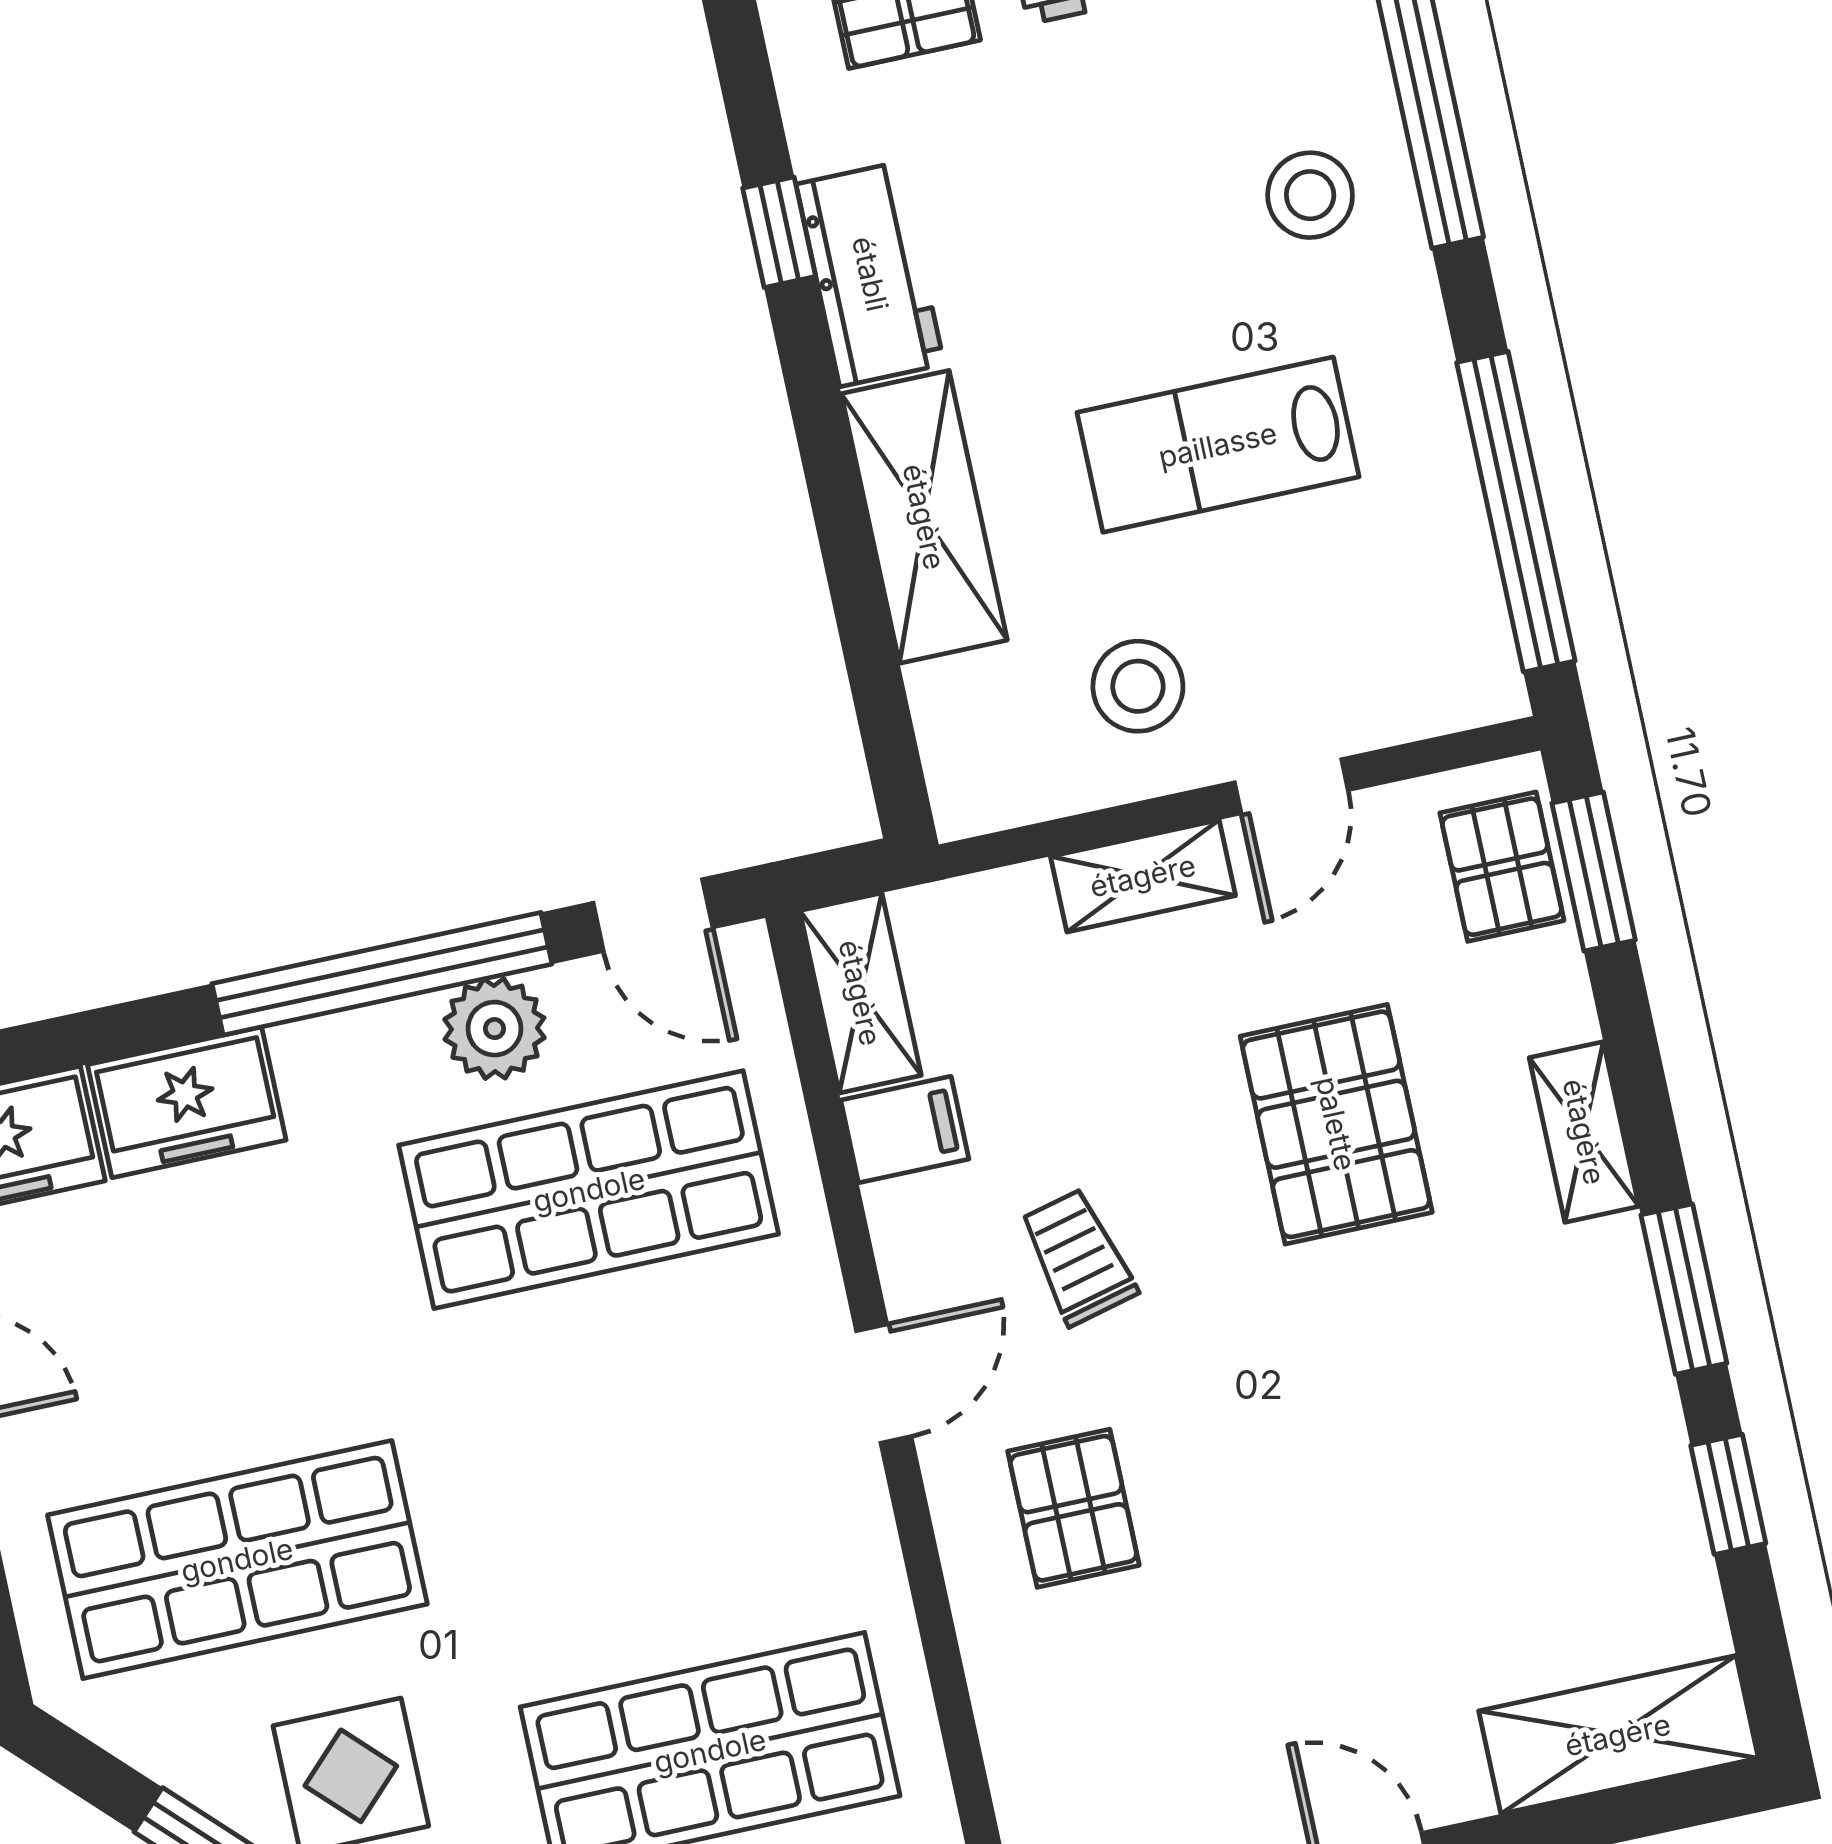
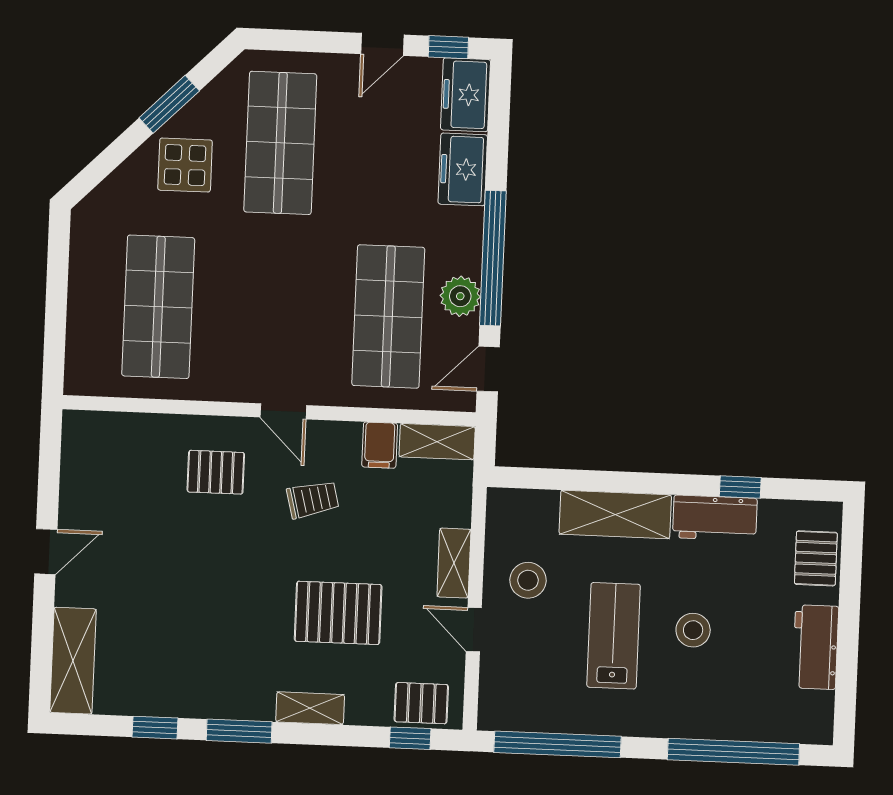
stool: (1310, 195) -> (693, 630), moved
window: (1594, 872) -> (410, 738), width x0.67

